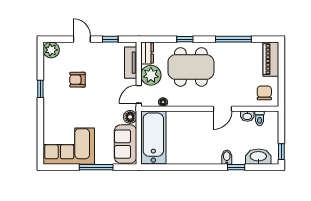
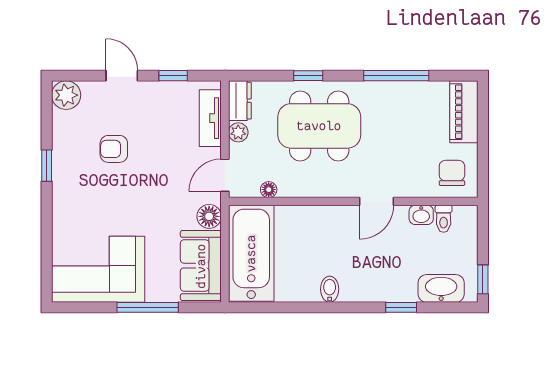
plant: (151, 75) -> (238, 132), width x0.53, depth x0.53
bidet: (227, 157) -> (330, 289), moved

